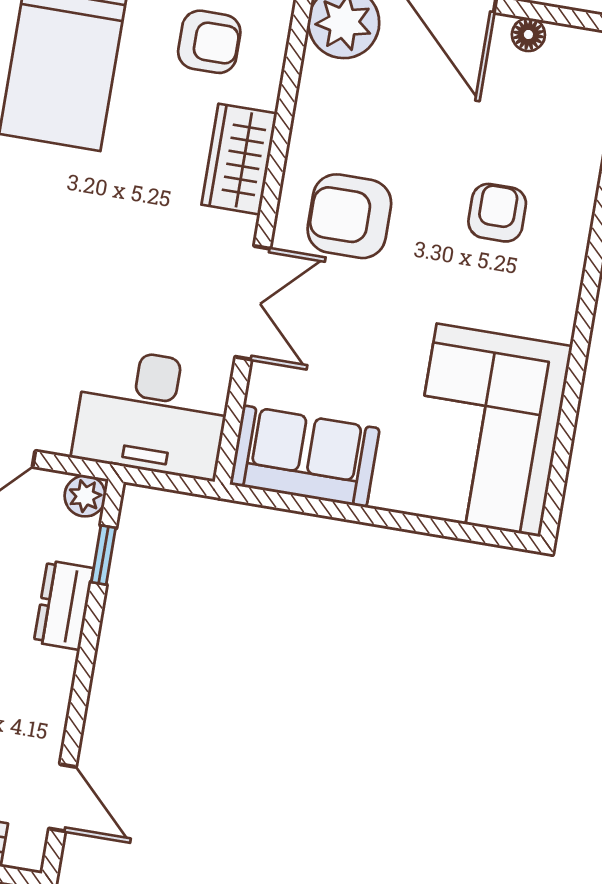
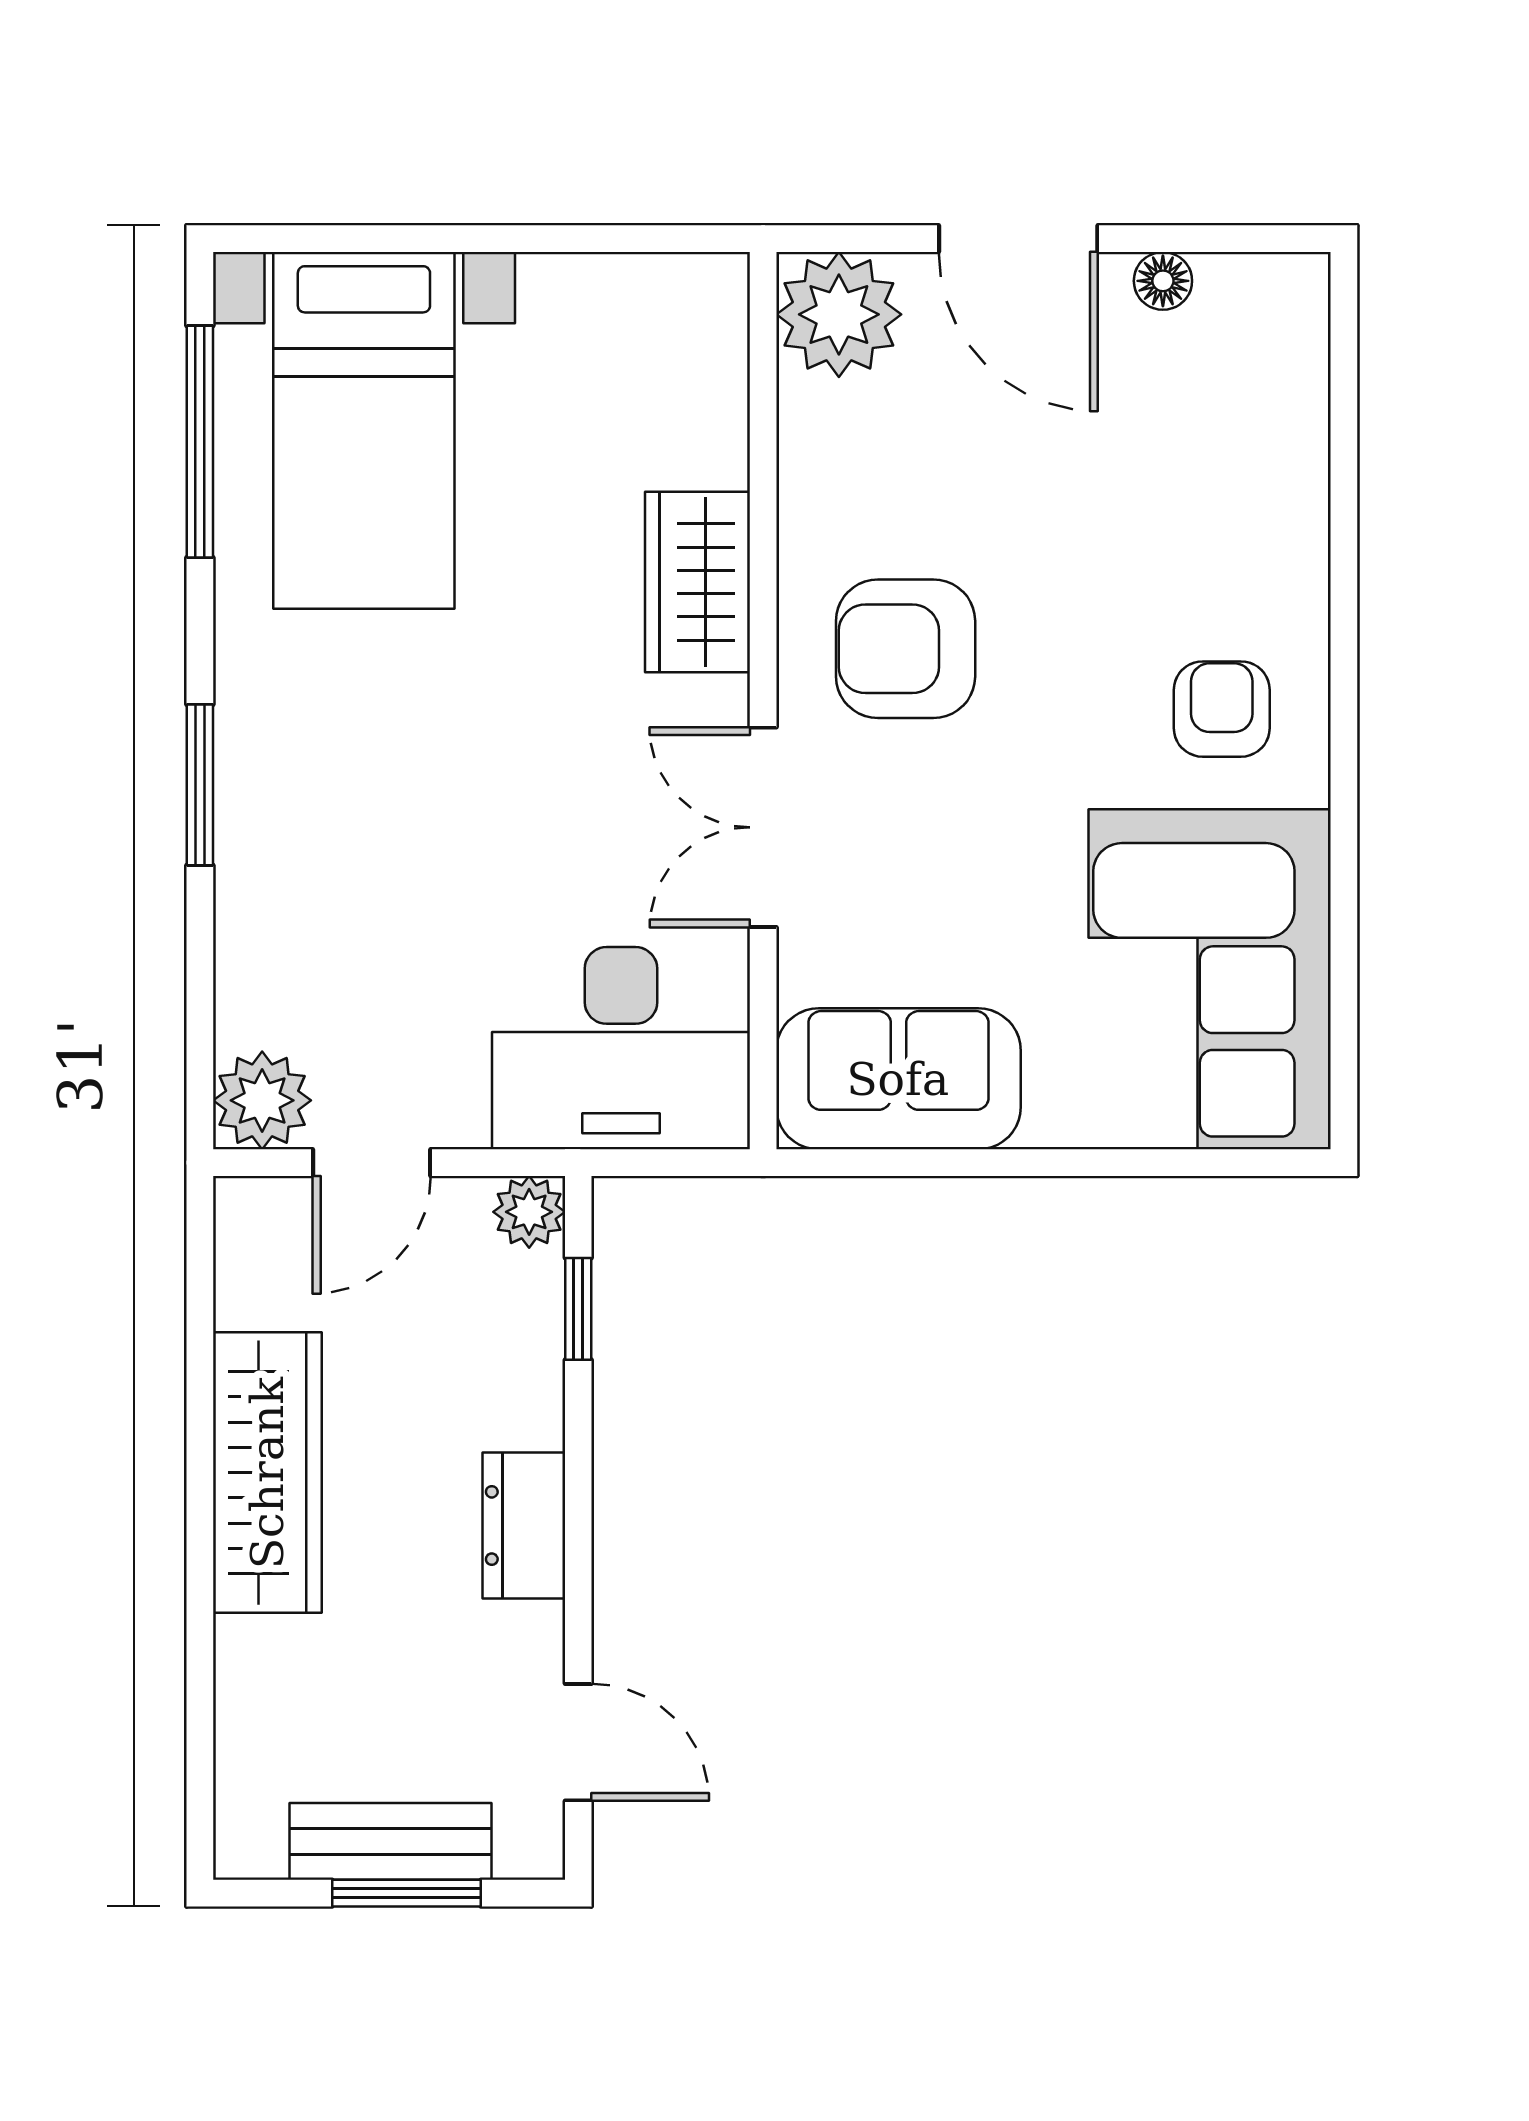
armchair: (209, 42) -> (611, 387), removed
armchair: (497, 213) -> (1222, 709), moved
double door: (253, 303) -> (763, 827), swing flipped
dresser: (64, 605) -> (524, 1525), moved

